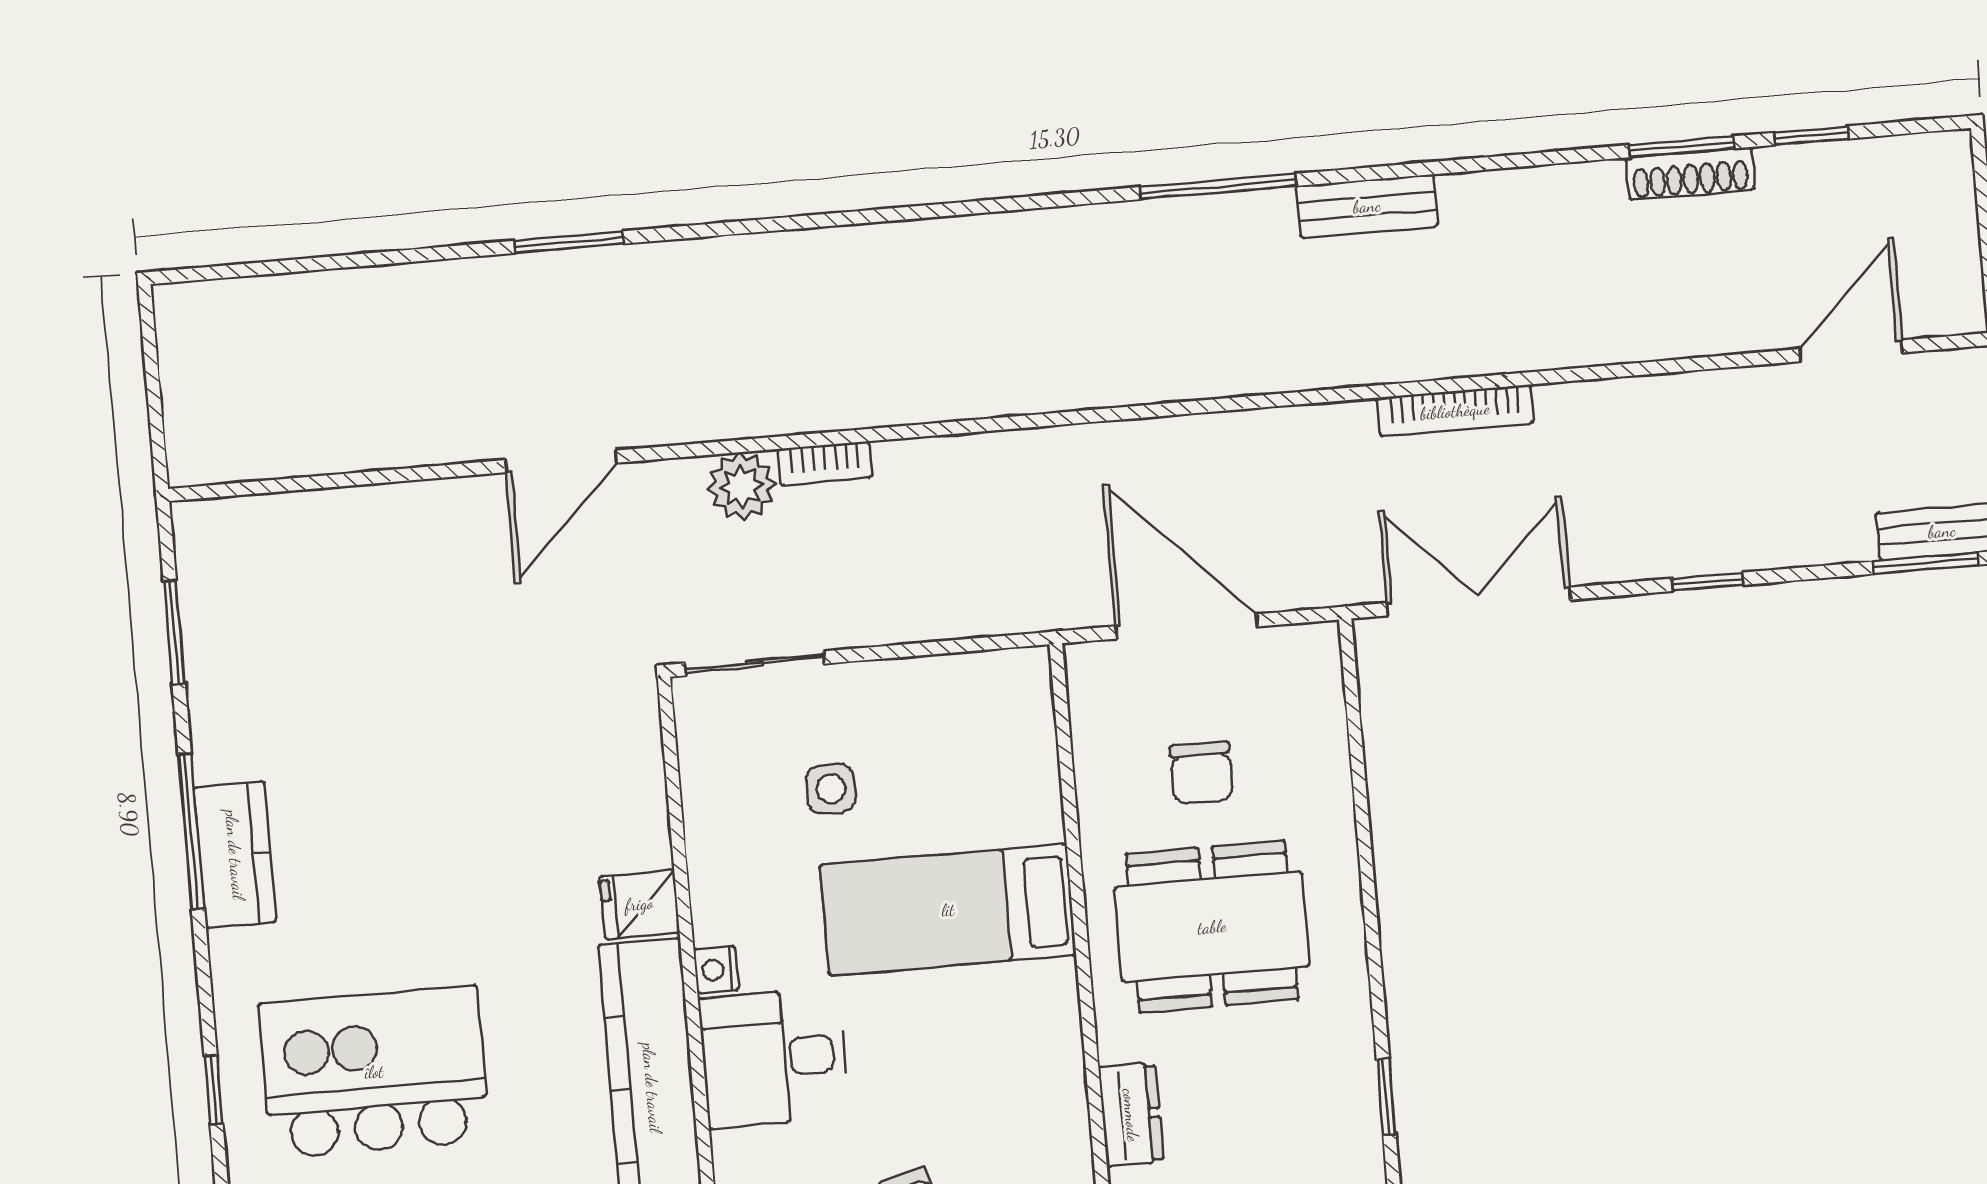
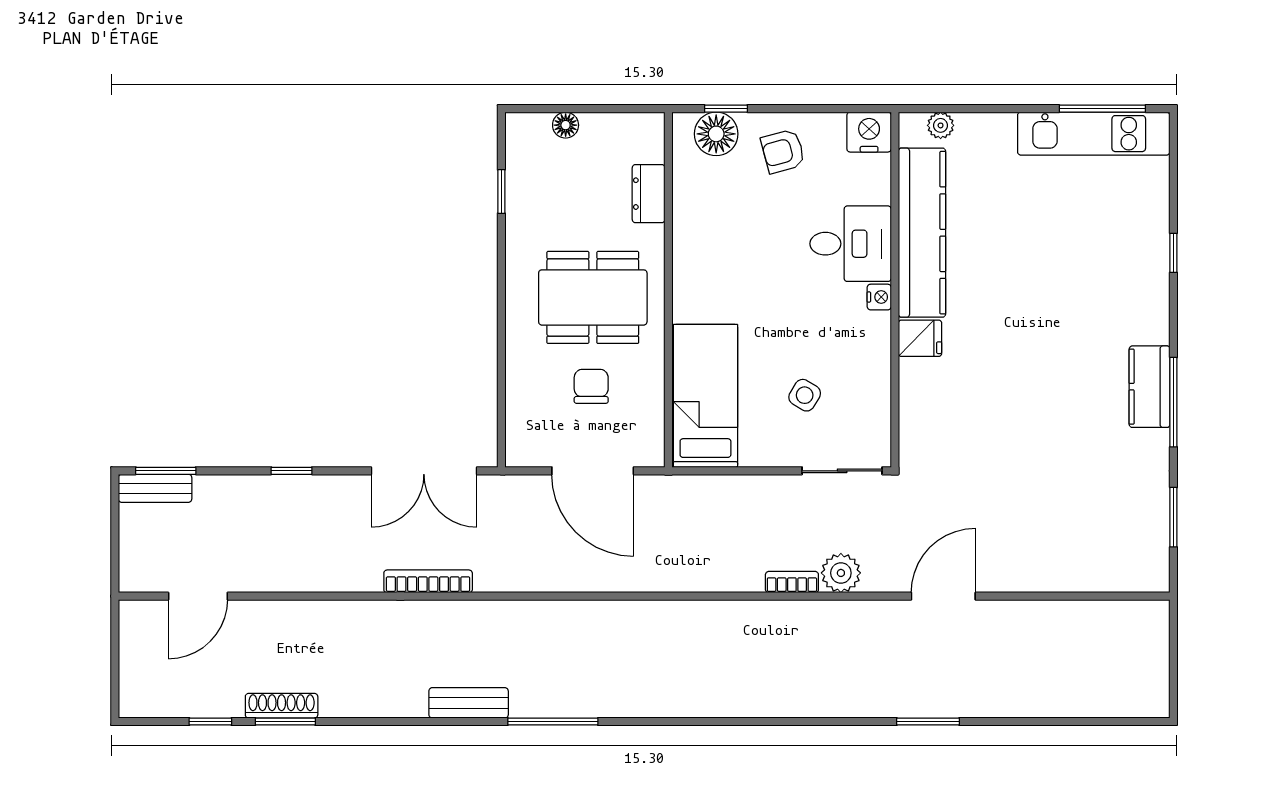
side table: (831, 789) -> (805, 395), turned 31
bed: (948, 910) -> (705, 396), moved, turned -90
kitchen island: (374, 1072) -> (1080, 255), removed

